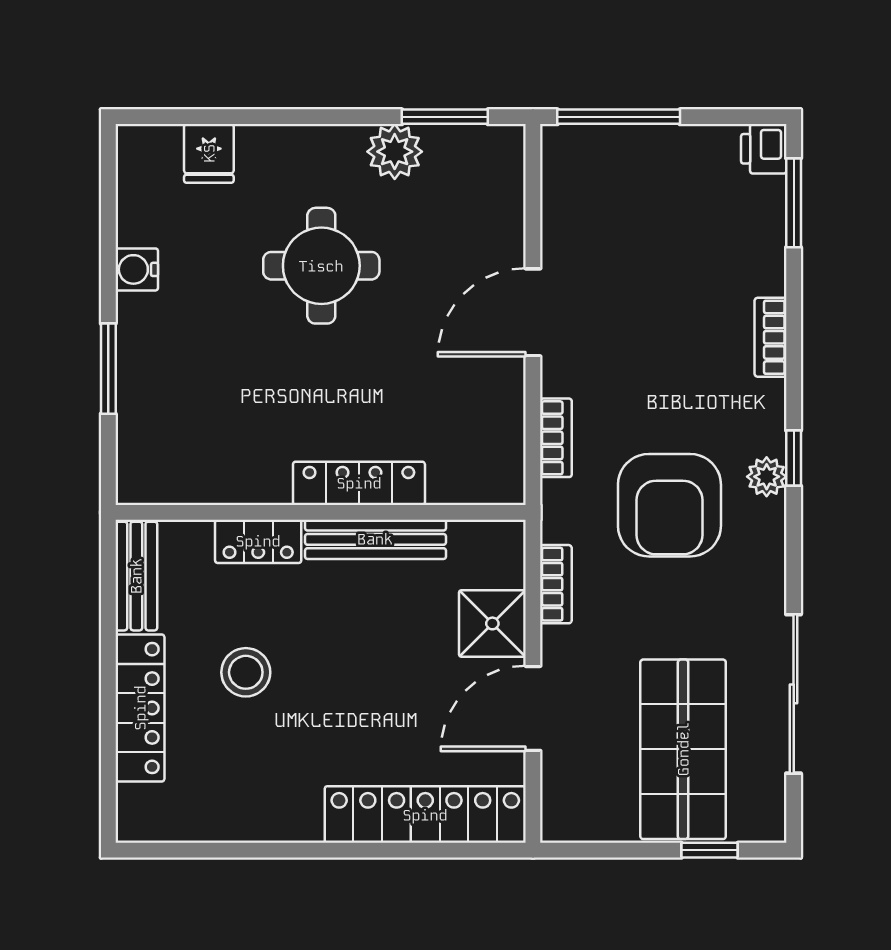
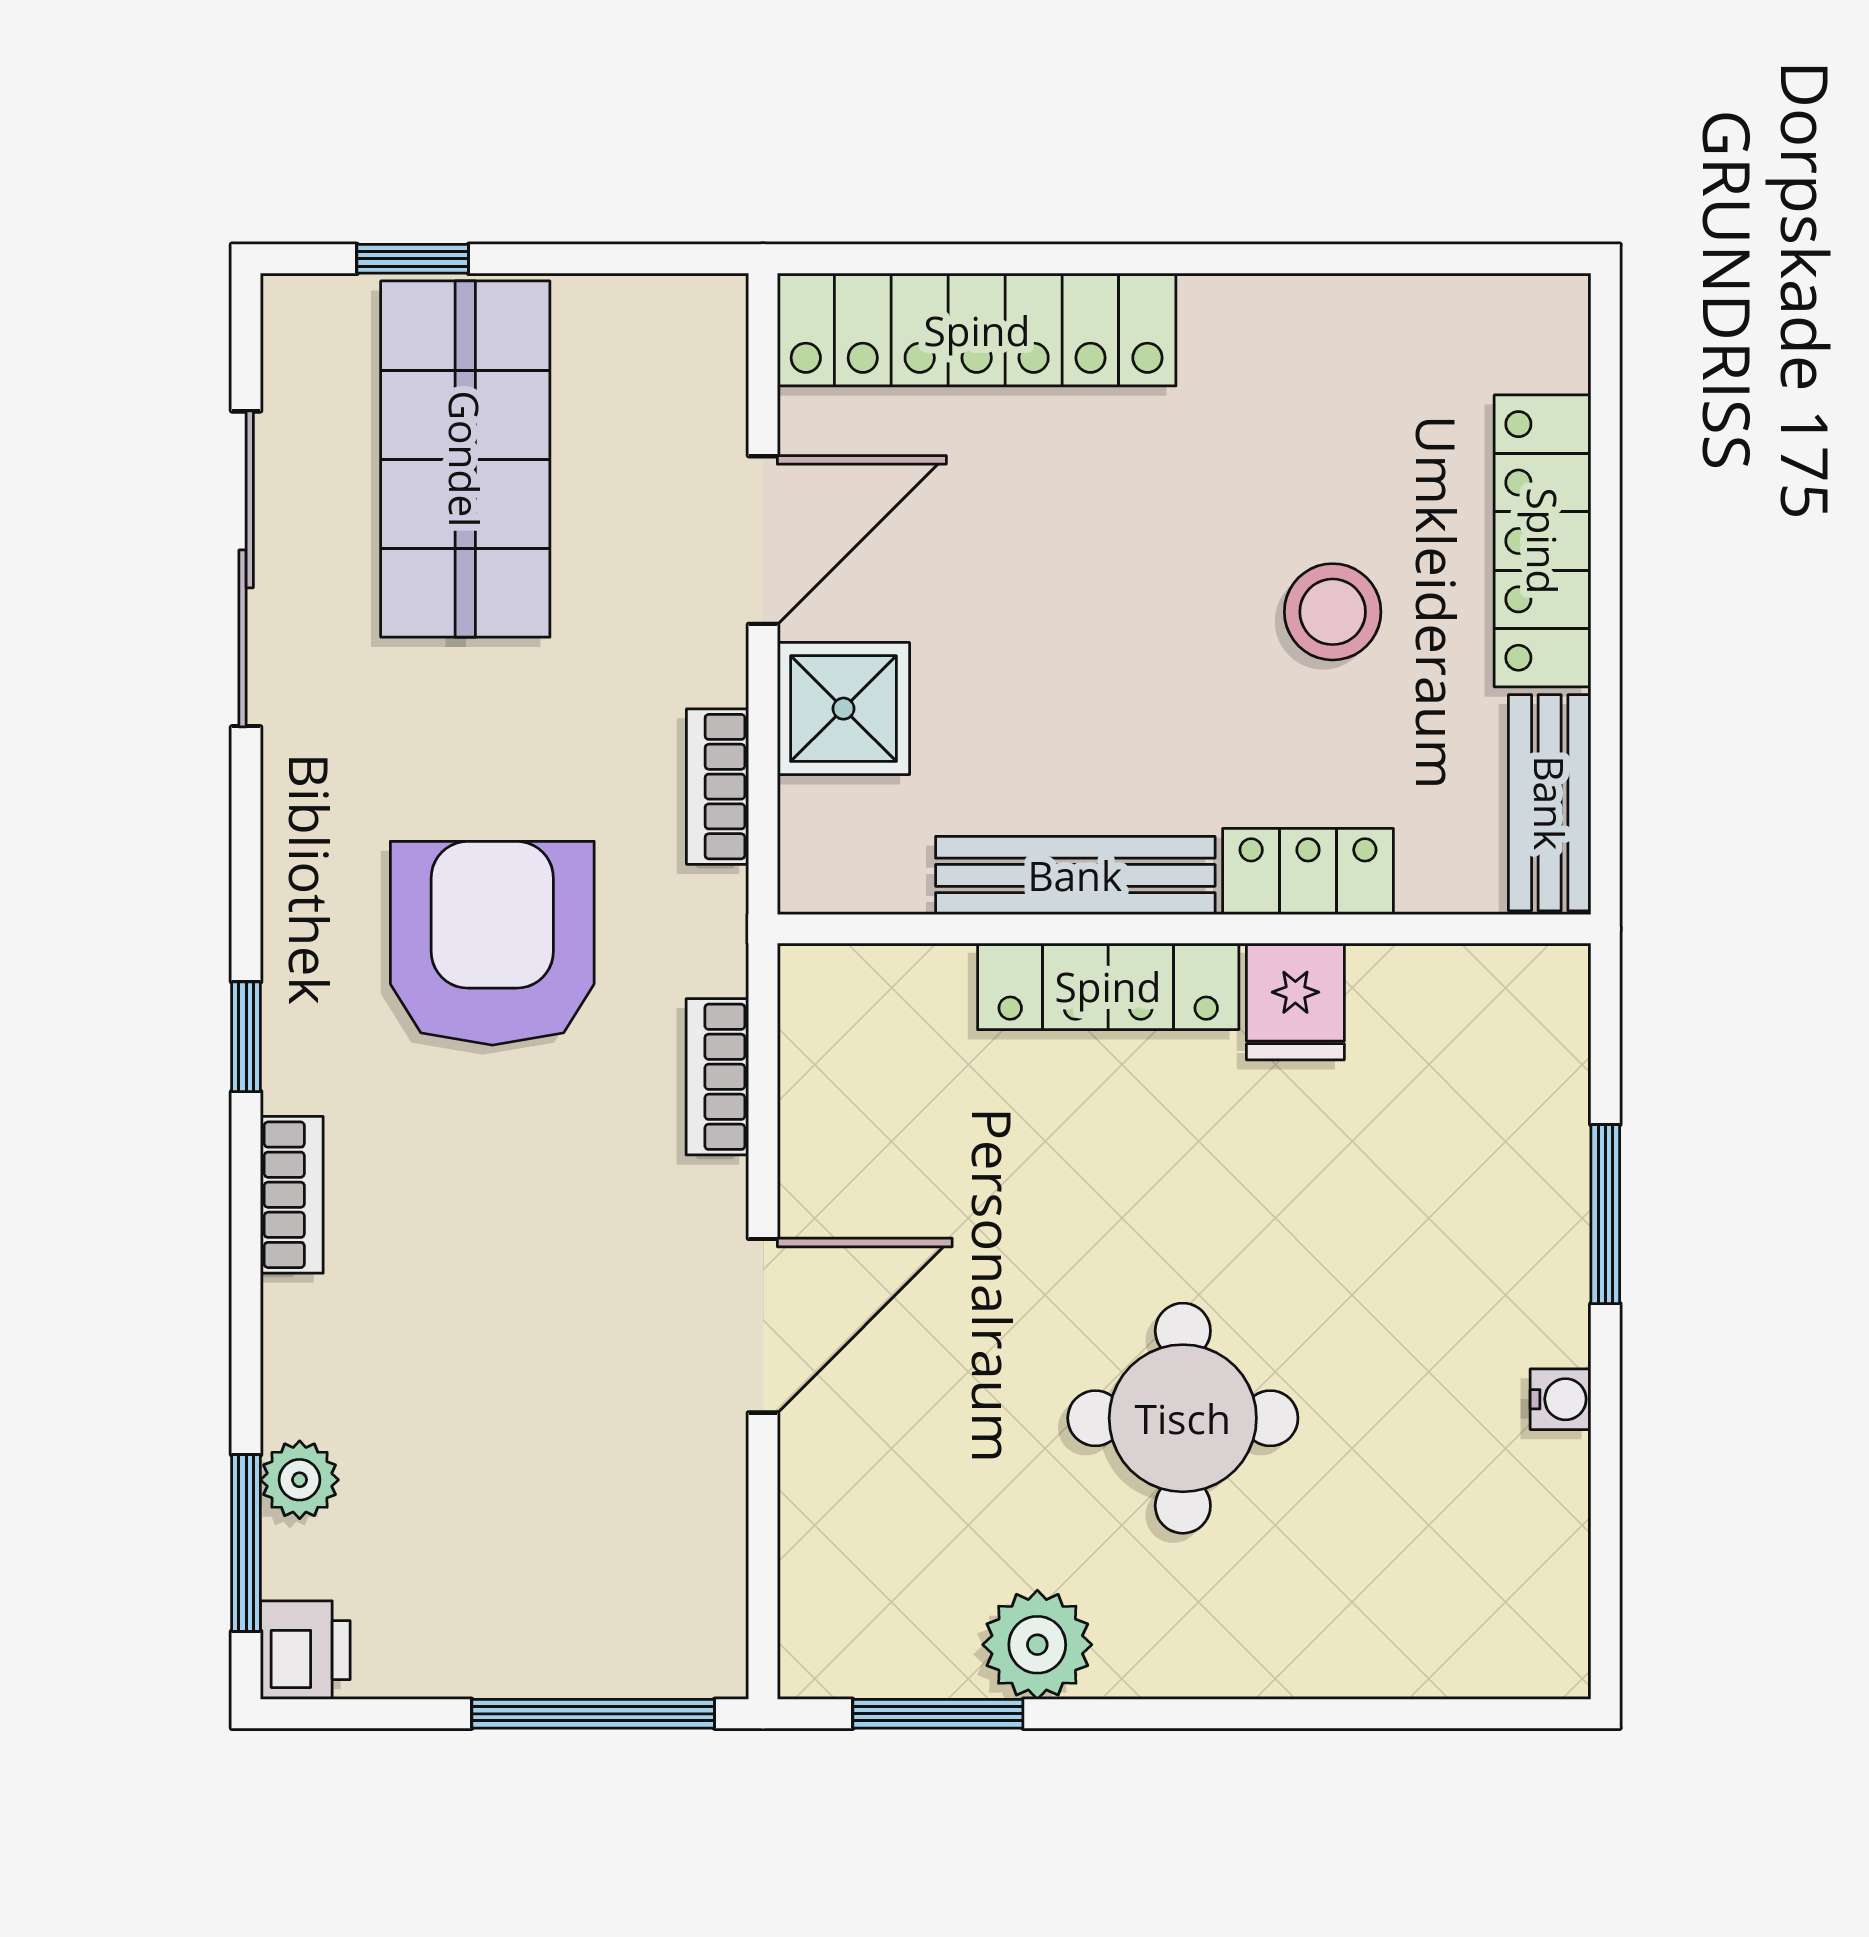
fridge: (209, 153) -> (1295, 1002), moved, turned 180
water cooler: (137, 269) -> (1561, 1399), width x0.72, depth x0.72
bookcase: (771, 337) -> (292, 1195), moved
plant: (767, 477) -> (300, 1480), moved

